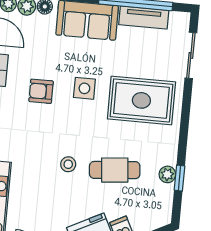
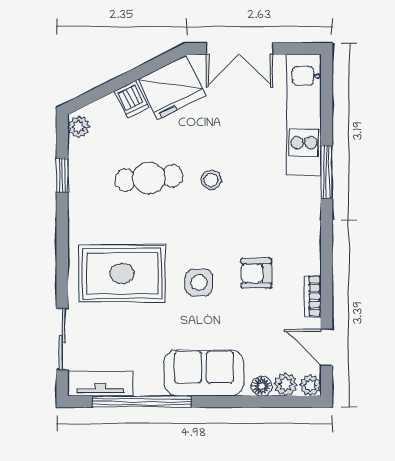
tv unit: (144, 17) -> (100, 384), moved
armchair: (41, 91) -> (256, 273), turned 180
plant: (167, 174) -> (79, 127), moved

